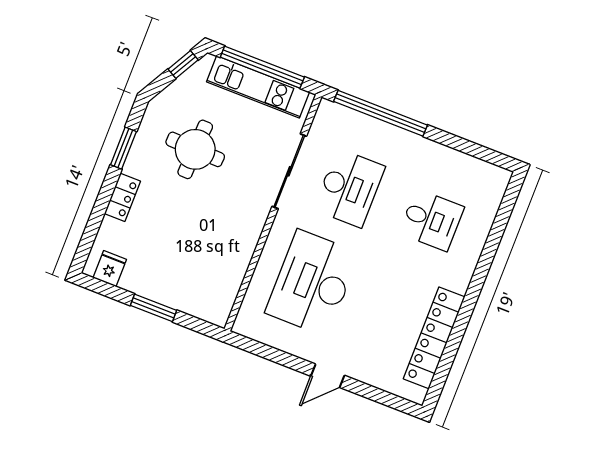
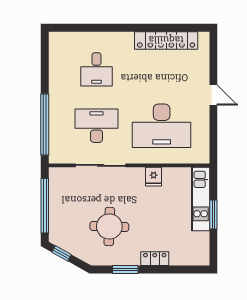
kitchen unit: (258, 87) -> (201, 199), moved, turned 180
desk: (431, 220) -> (97, 69), turned 180
fridge: (110, 269) -> (154, 177), moved, turned -90

